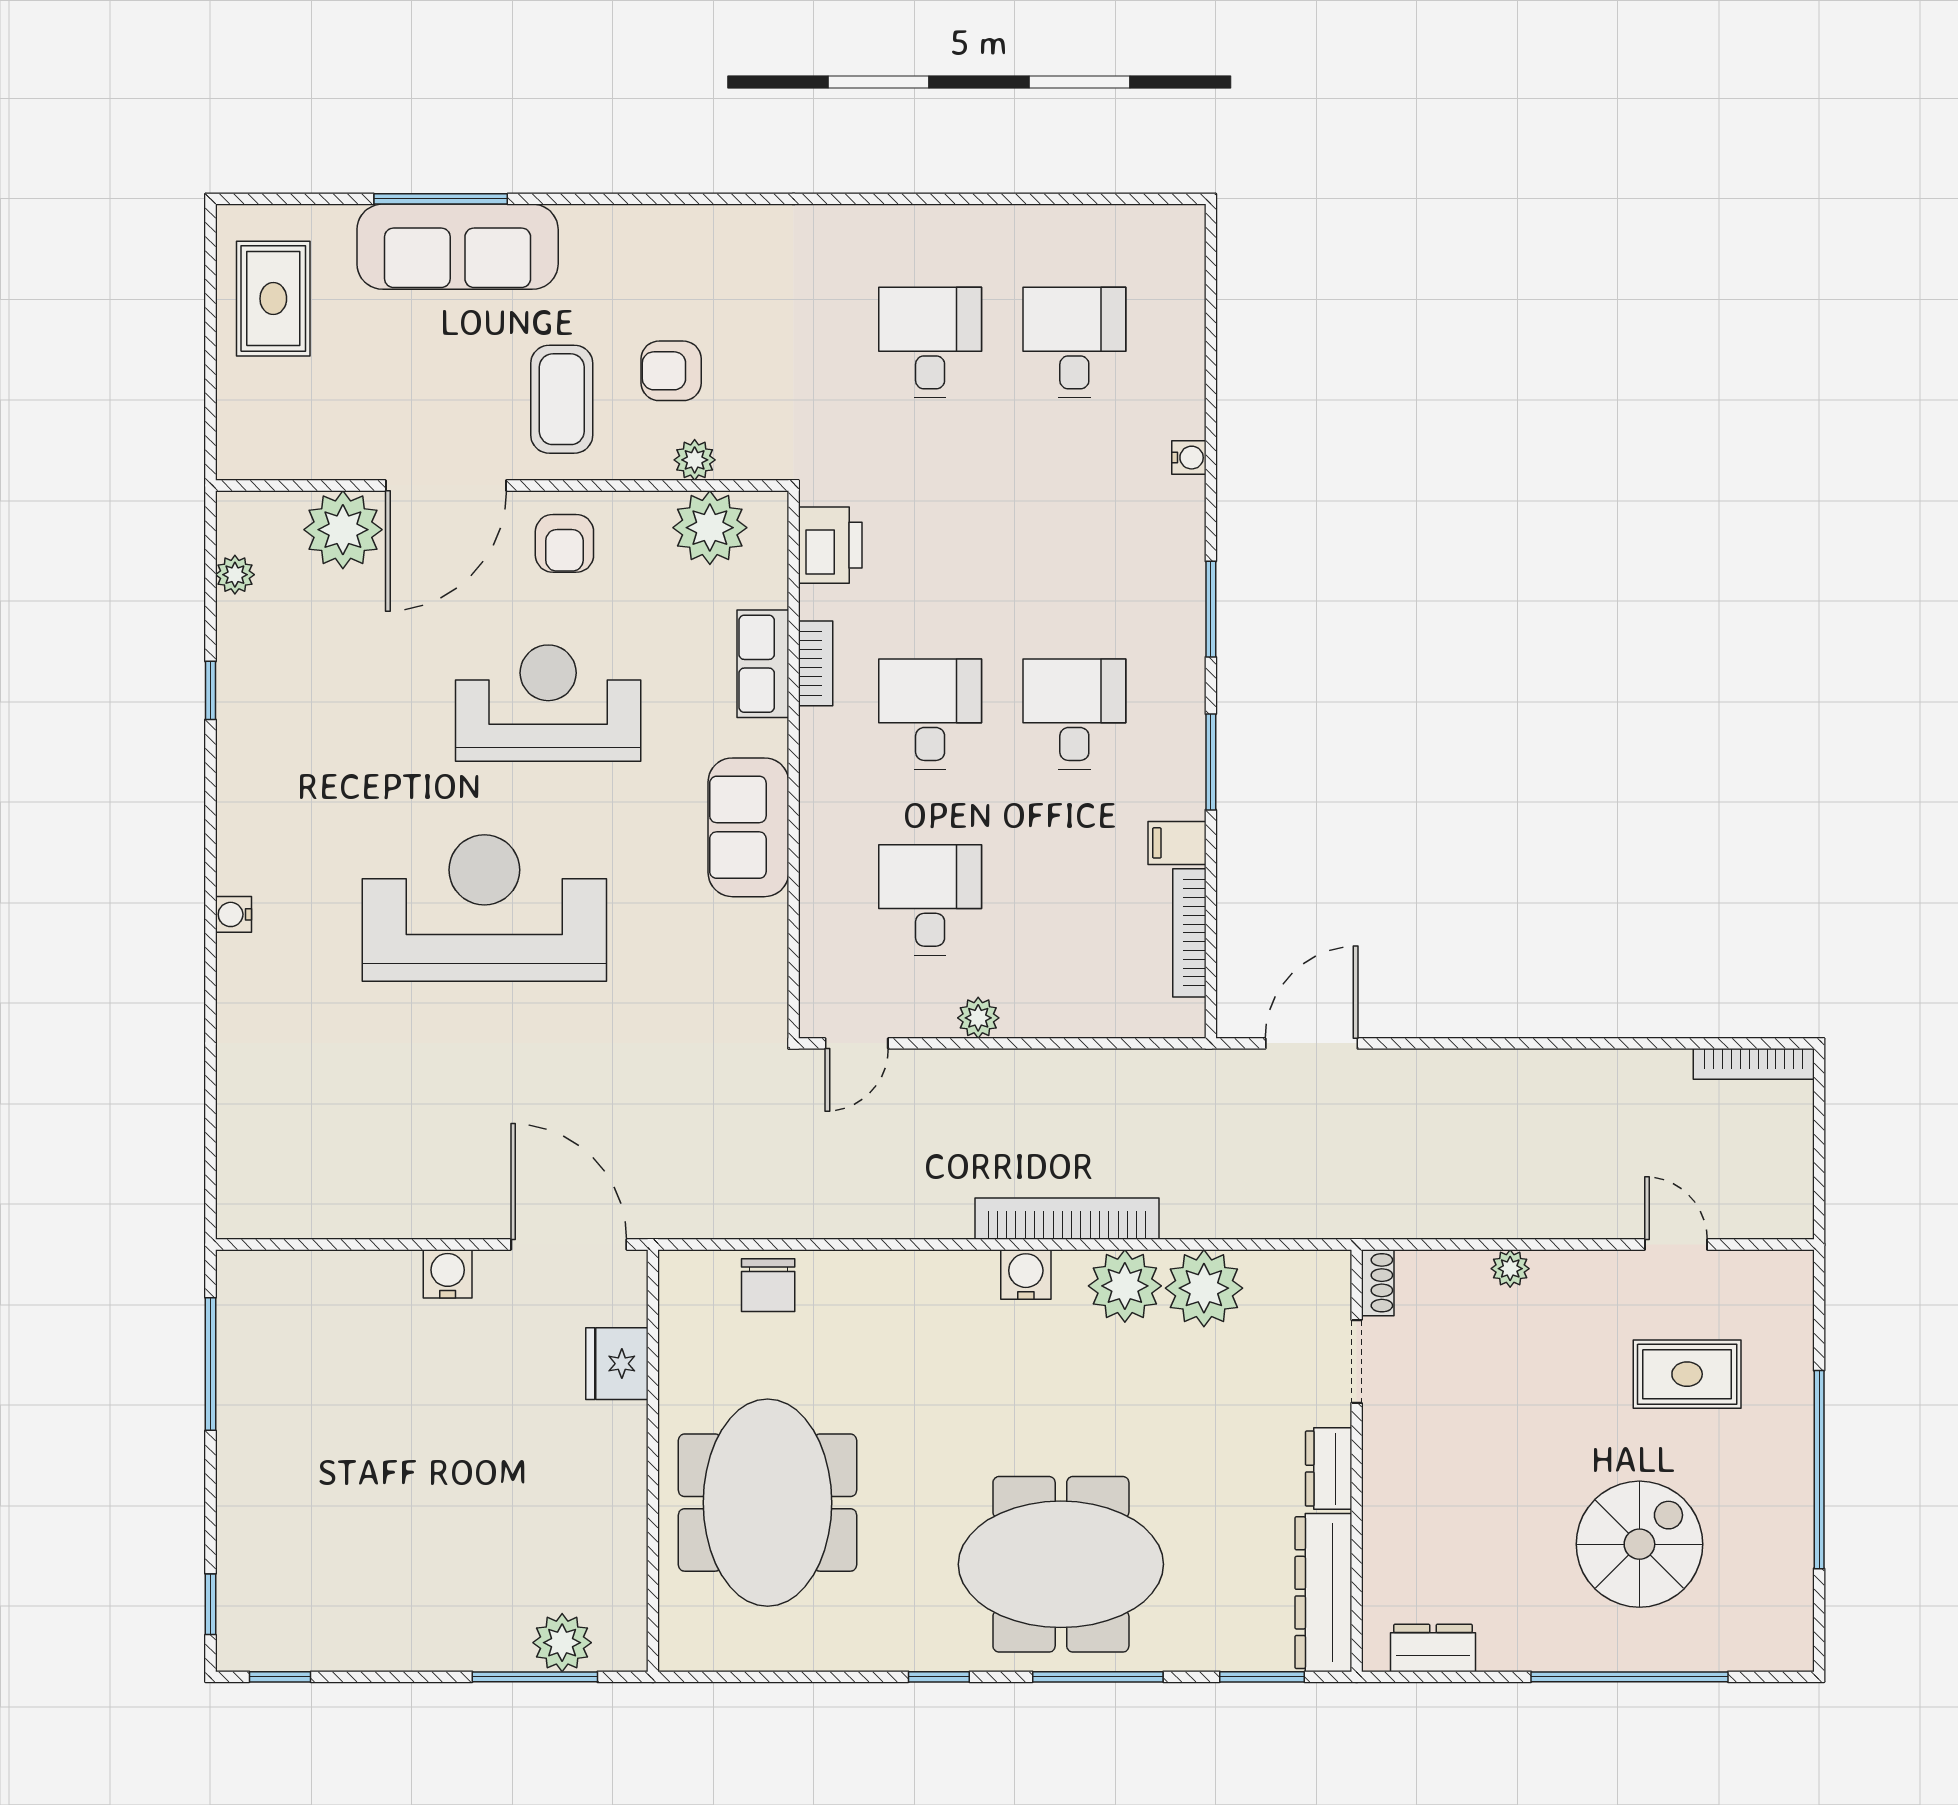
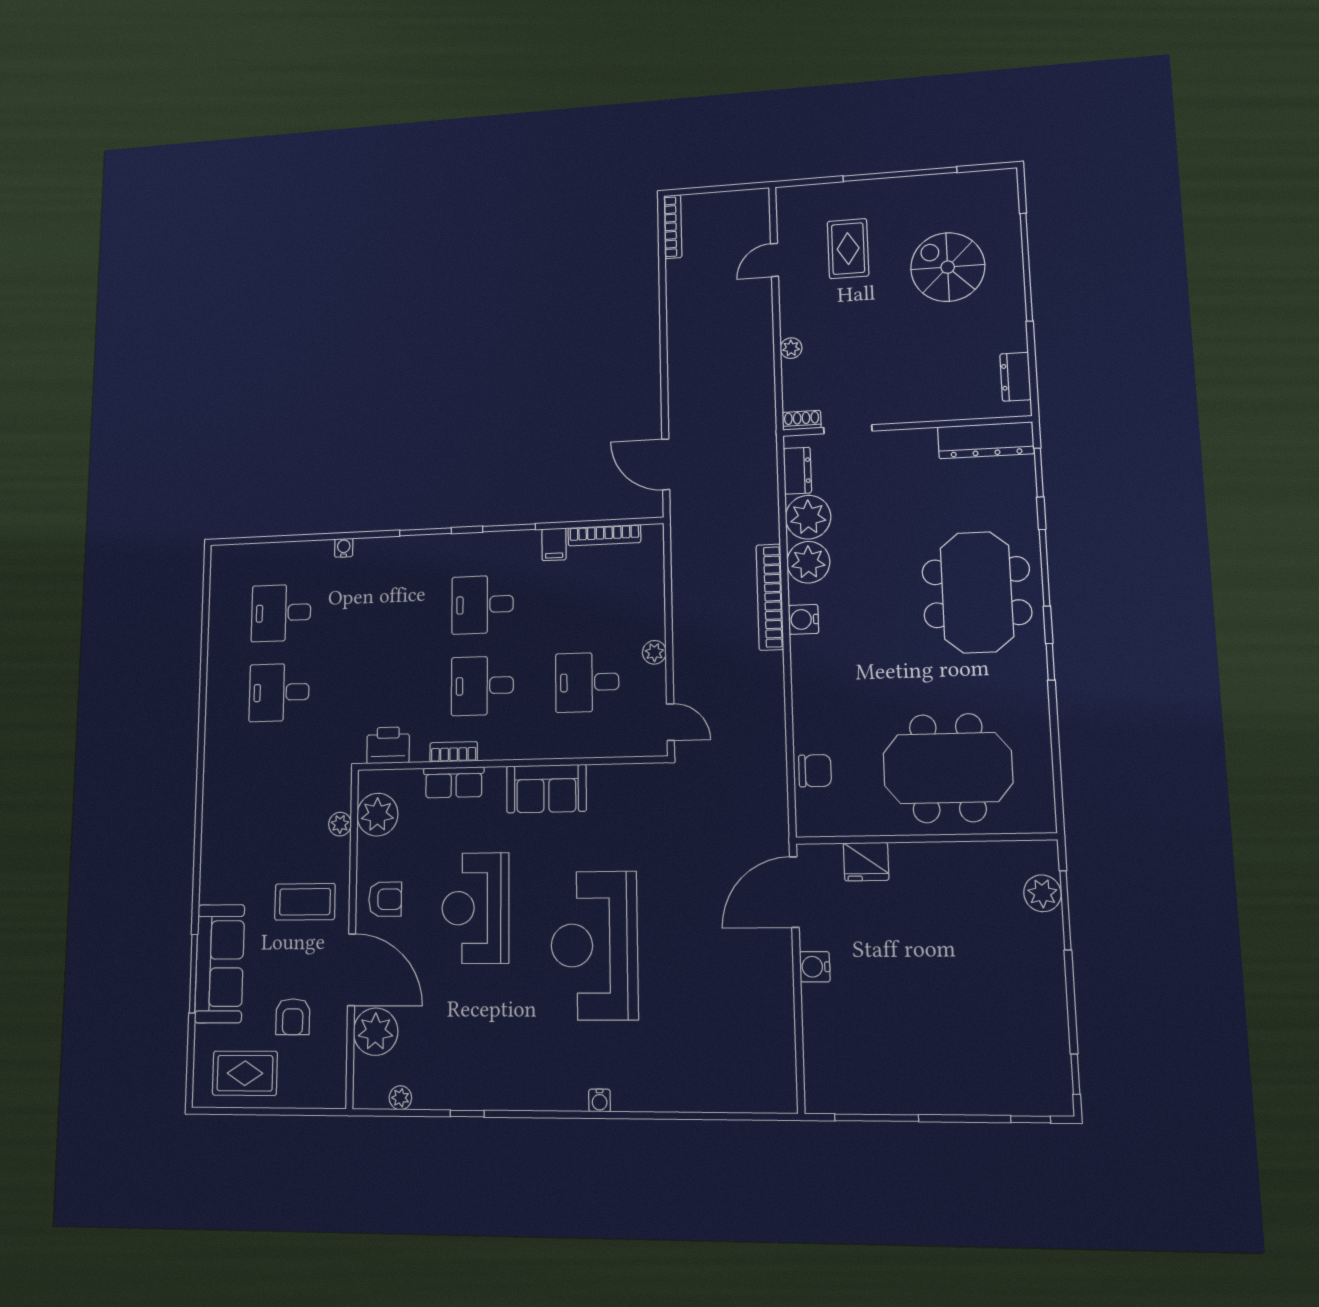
armchair: (671, 371) -> (293, 1017), moved
dresser: (1329, 1469) -> (797, 471), moved, turned -90

